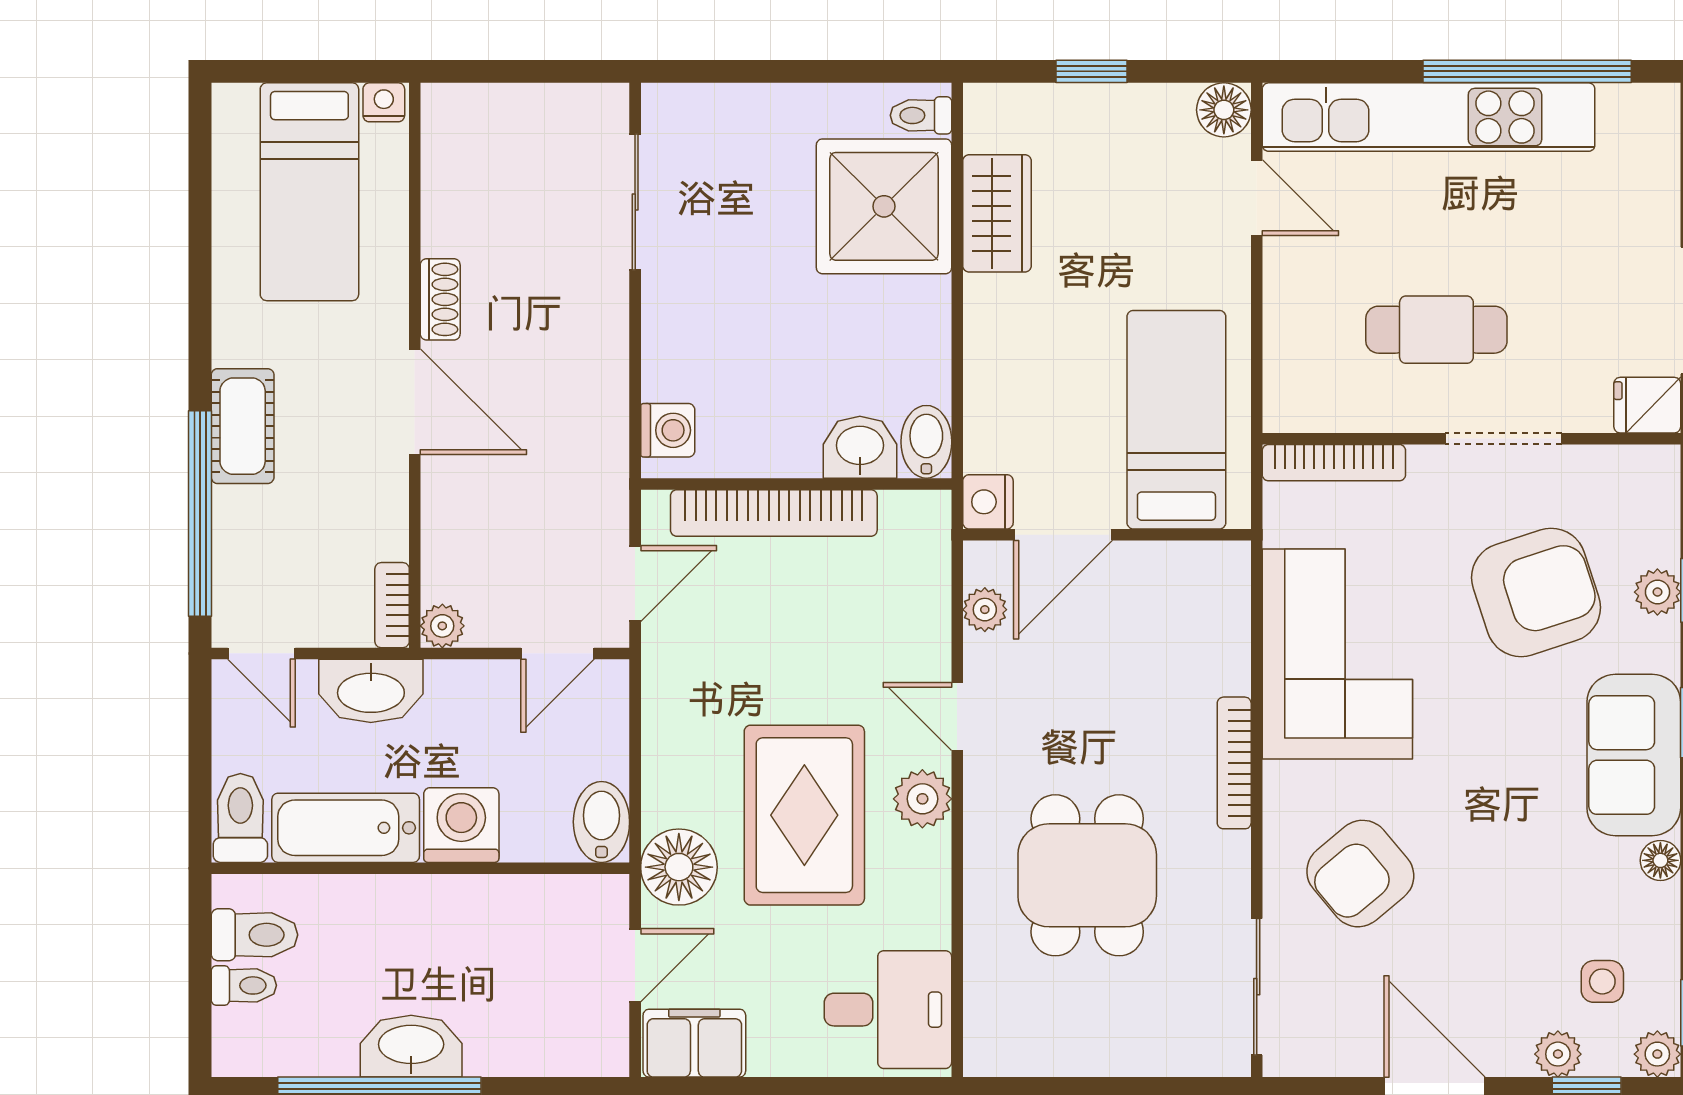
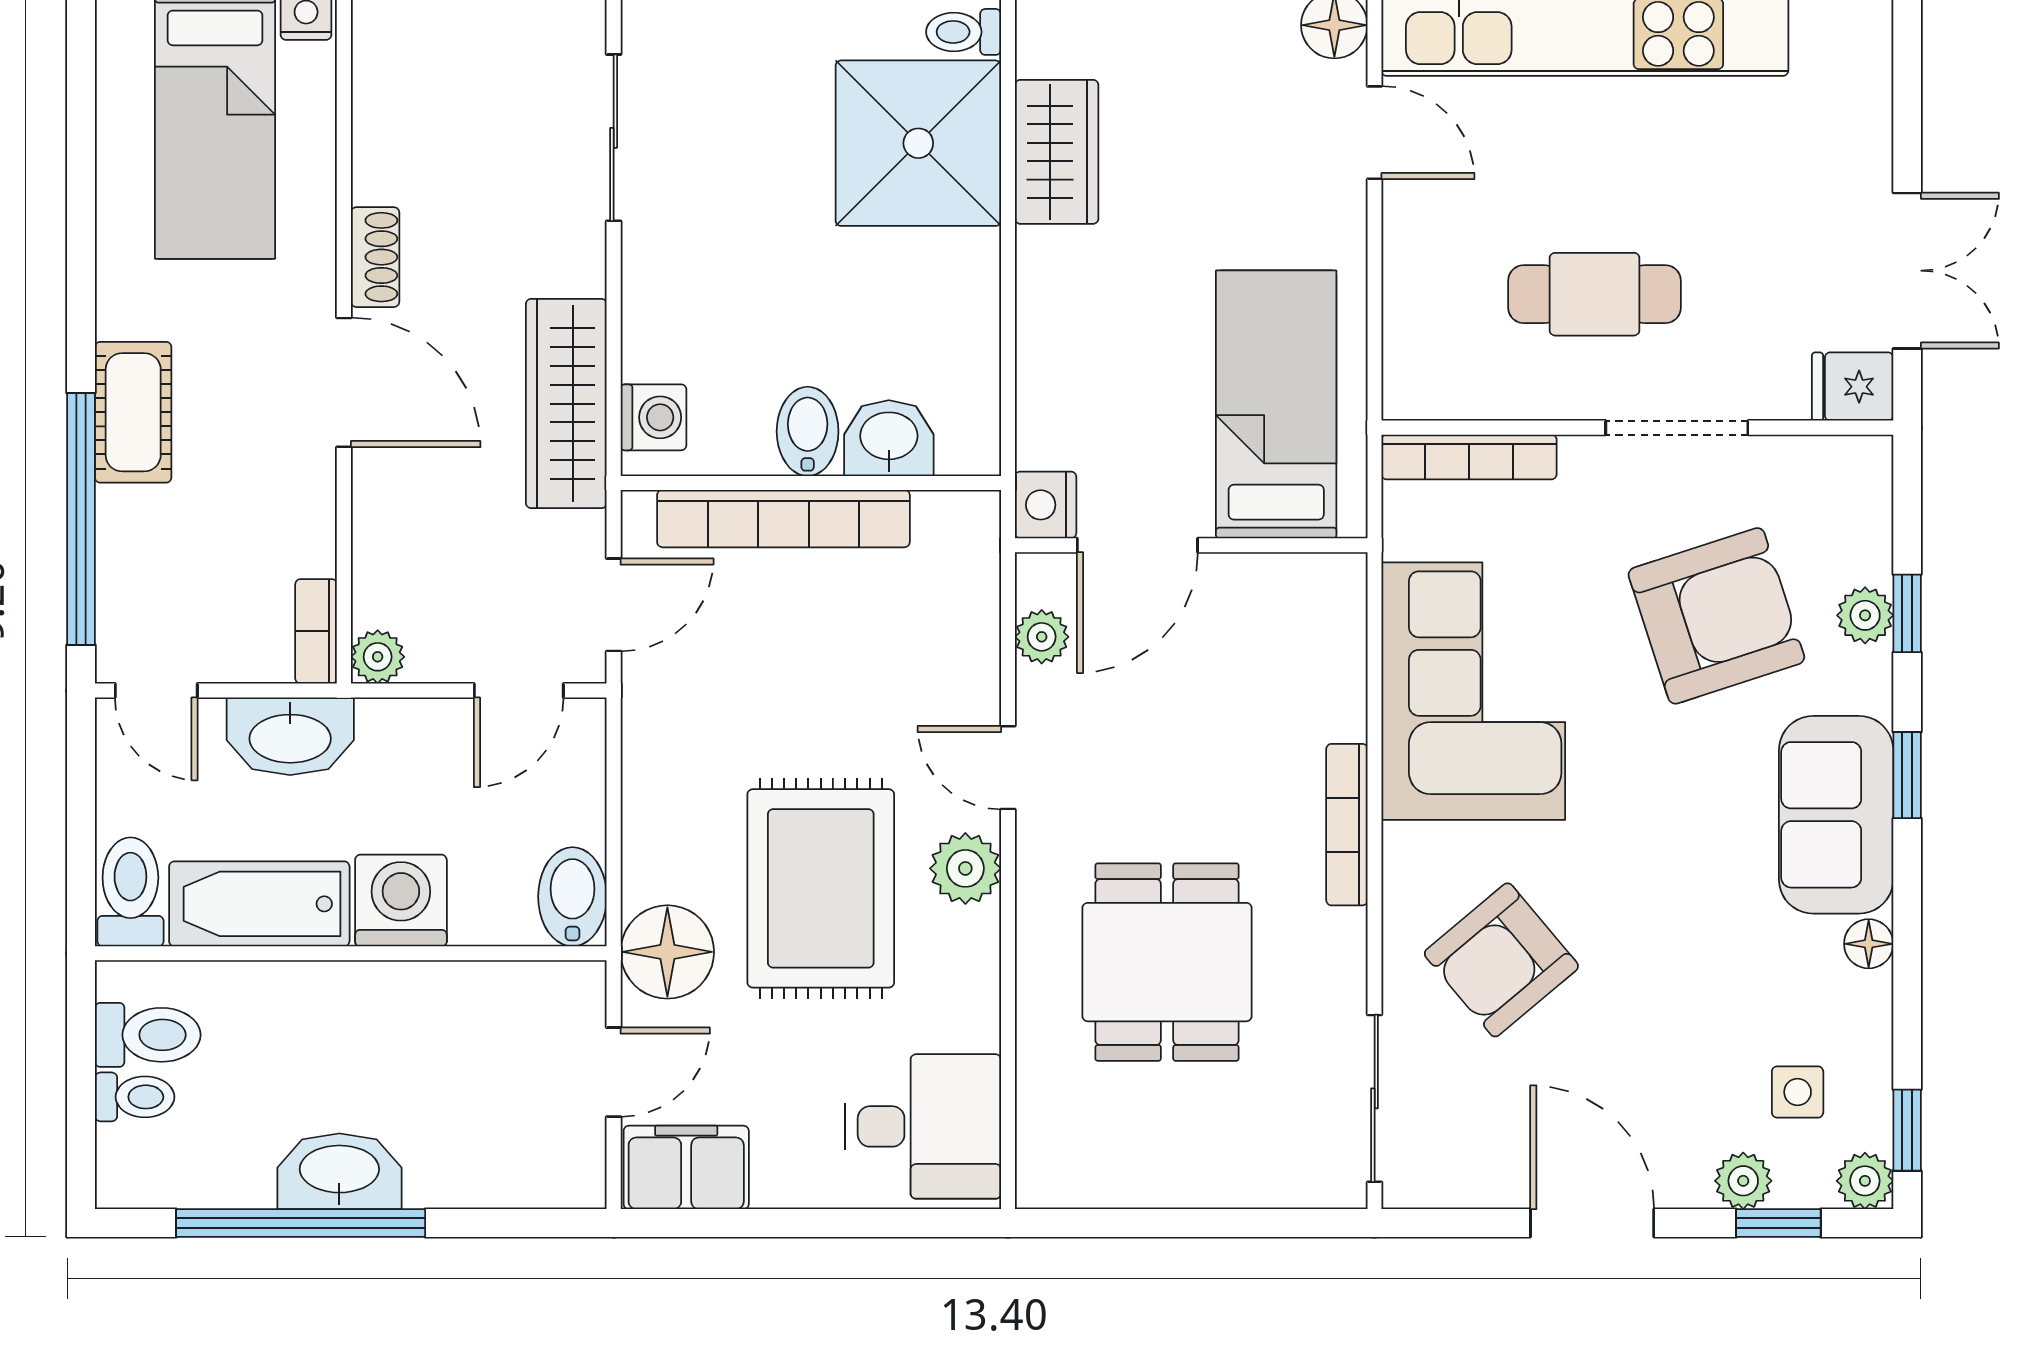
wardrobe: (596, 419) -> (566, 404), added
bidet: (926, 442) -> (808, 431), moved

